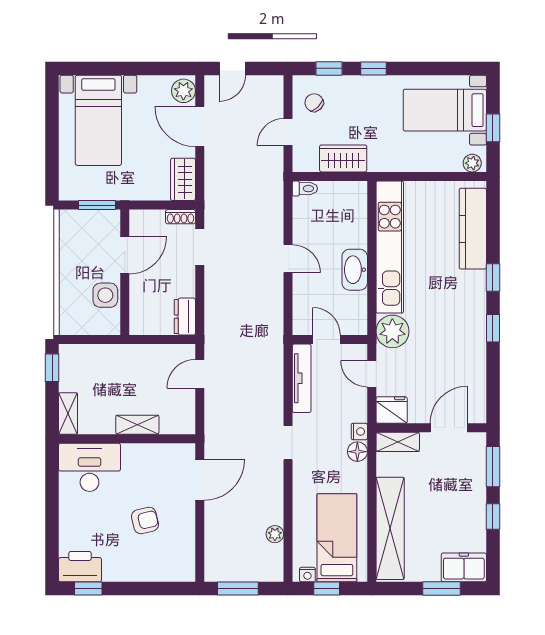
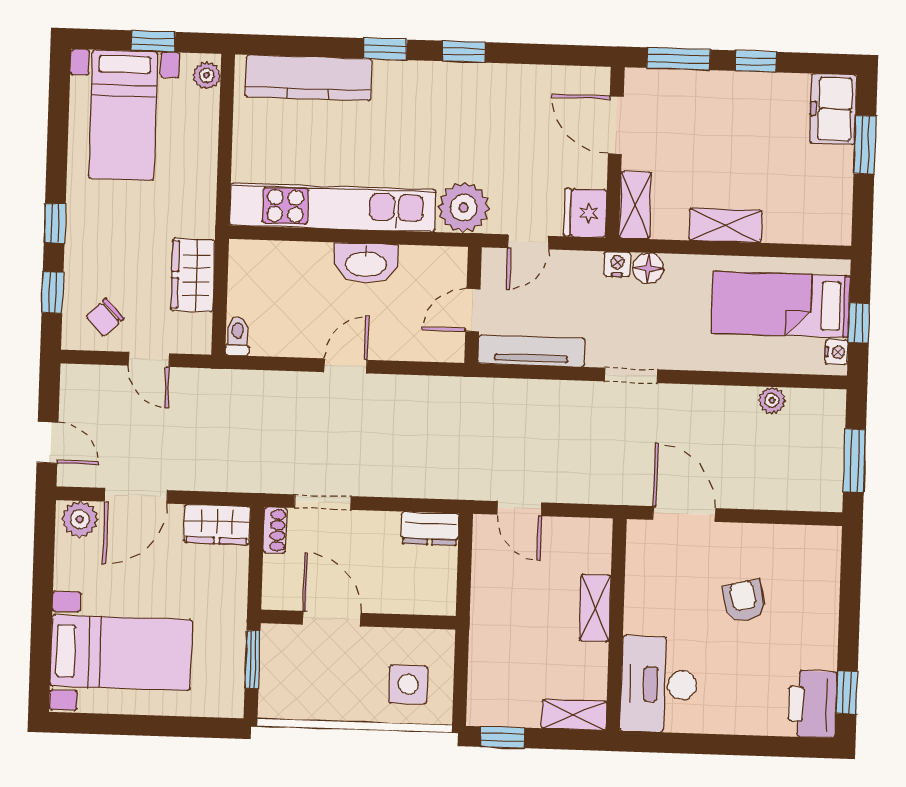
side table: (105, 295) -> (408, 684), moved
shelving: (390, 528) -> (725, 225), width x0.45, depth x0.75

